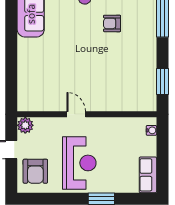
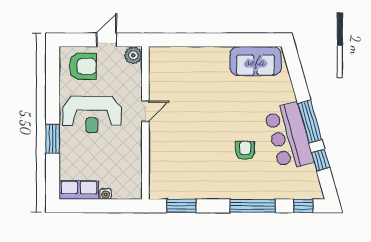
water cooler: (151, 130) -> (106, 194), moved
armchair: (35, 171) -> (83, 66), turned 180

